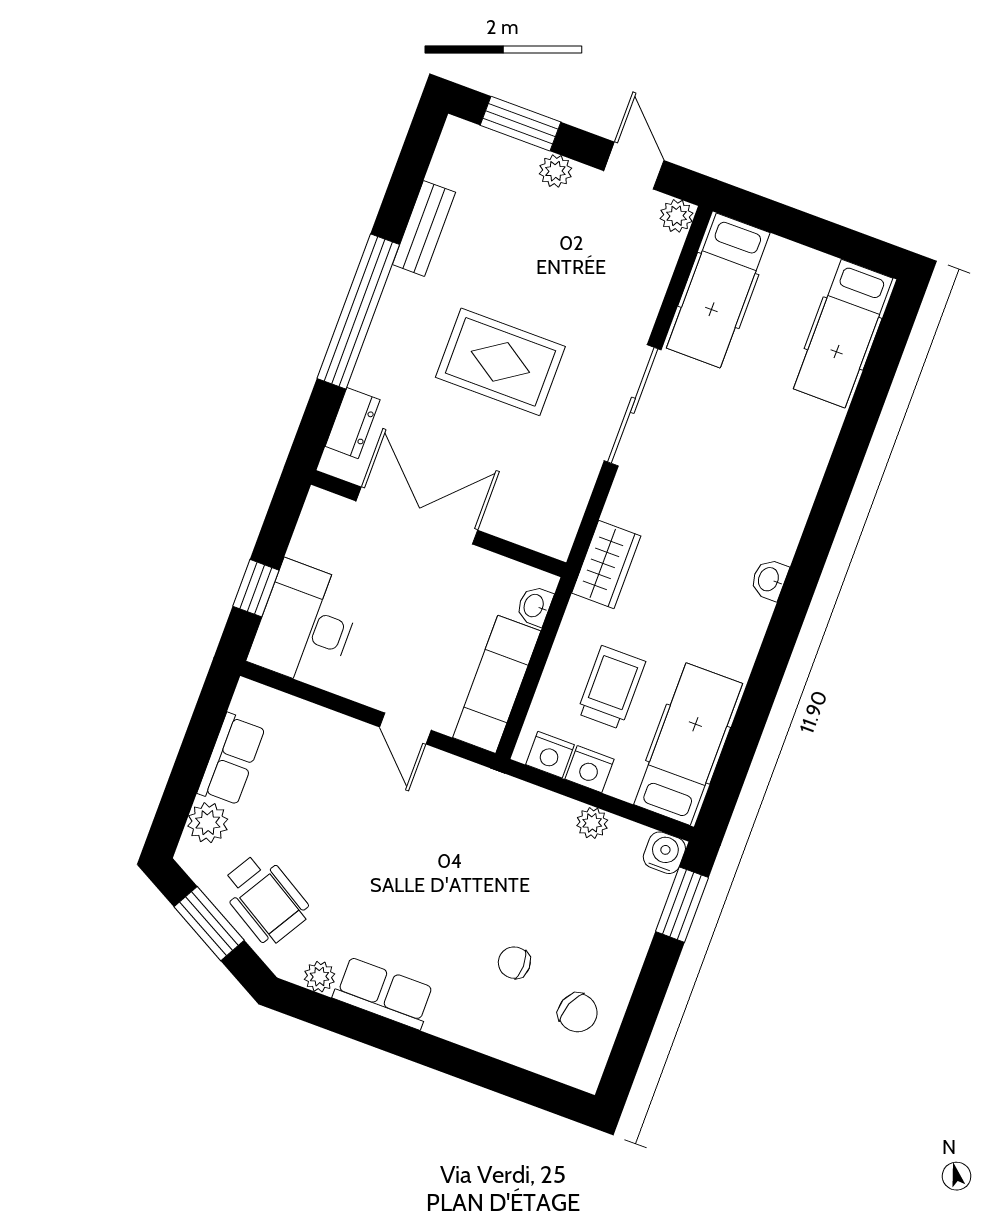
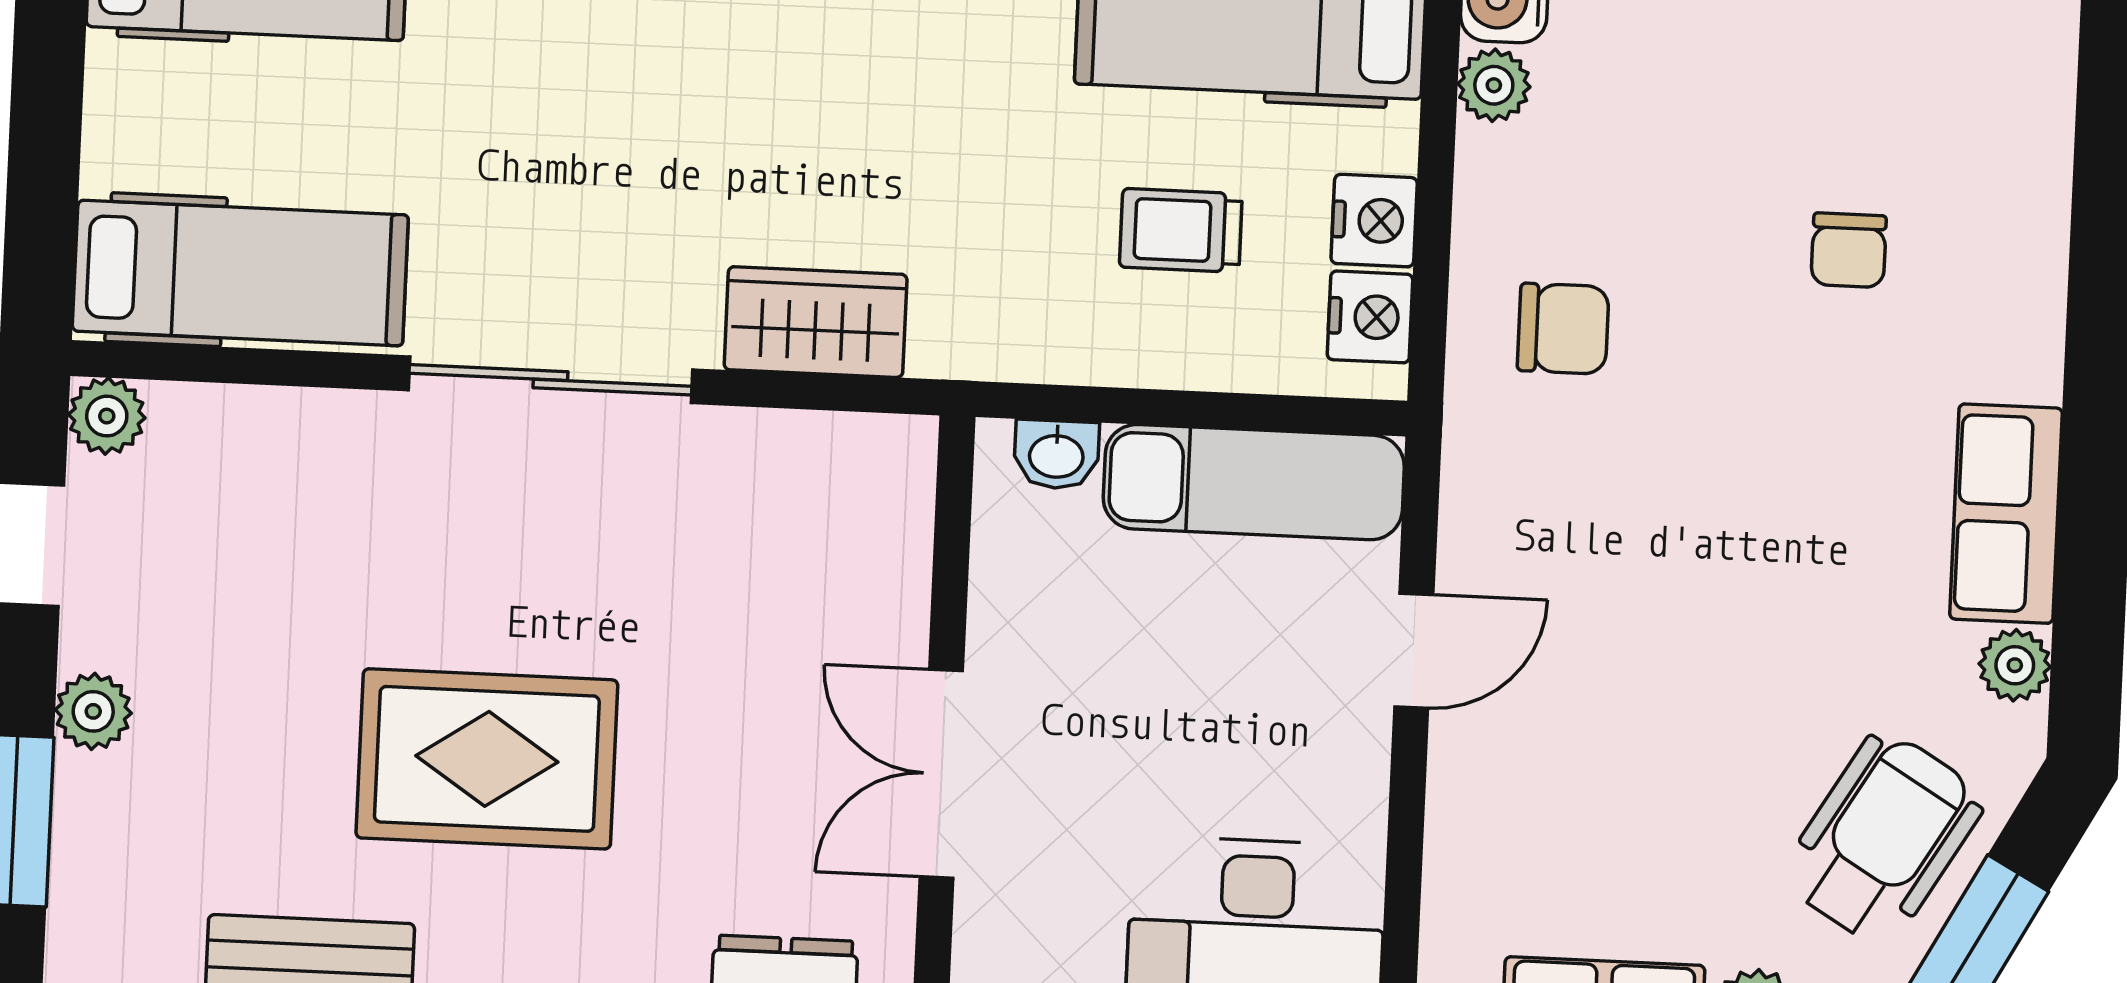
rug: (500, 362) -> (487, 759), moved, turned 90
double door: (417, 516) -> (941, 774), width x0.73
wardrobe: (606, 565) -> (816, 322), moved
trolley: (611, 687) -> (1181, 230), width x0.73, depth x0.72
plant: (592, 823) -> (1494, 85), moved
chair: (578, 1013) -> (1563, 329), moved, turned 69

